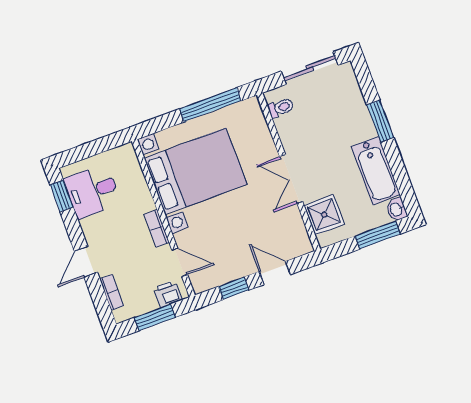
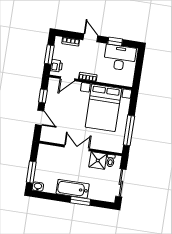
bathtub: (376, 171) -> (73, 189), moved
desk: (92, 191) -> (120, 58), width x1.37
window: (62, 196) -> (115, 42), moved
shower: (324, 215) -> (98, 160), moved
door: (275, 273) -> (40, 118), hinge flipped

